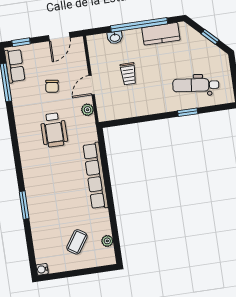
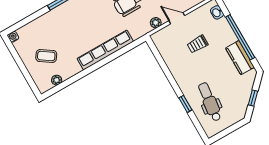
washbasin: (115, 37) -> (217, 12), moved

